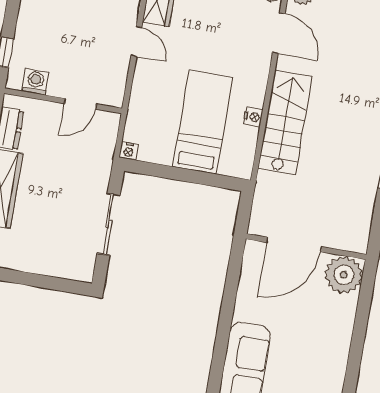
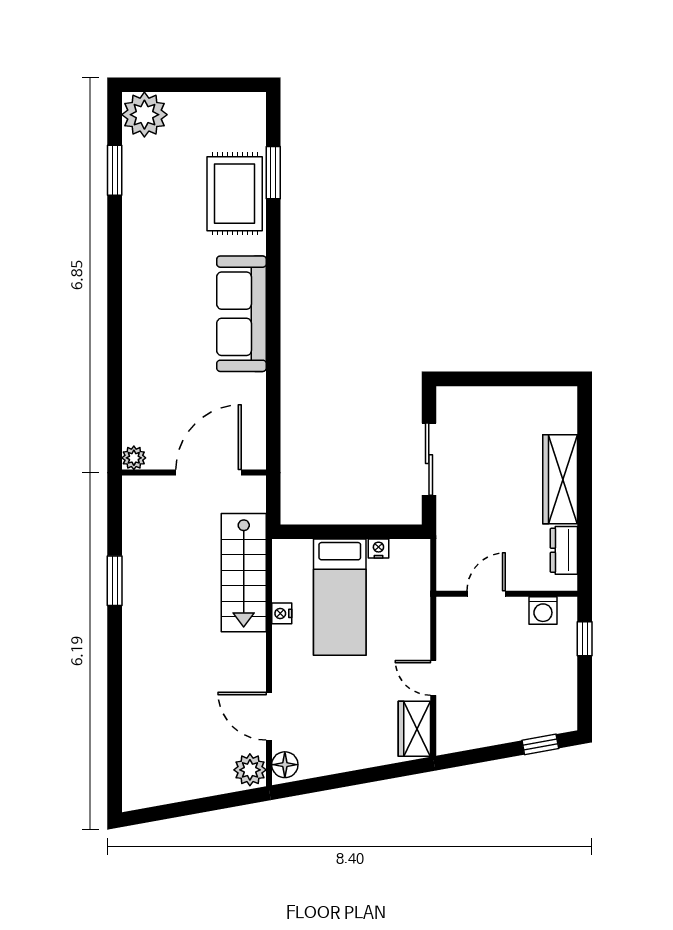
stairs: (285, 123) -> (244, 573), moved
nightstand: (129, 151) -> (378, 549), moved
plant: (344, 275) -> (134, 458), width x0.53, depth x0.53

